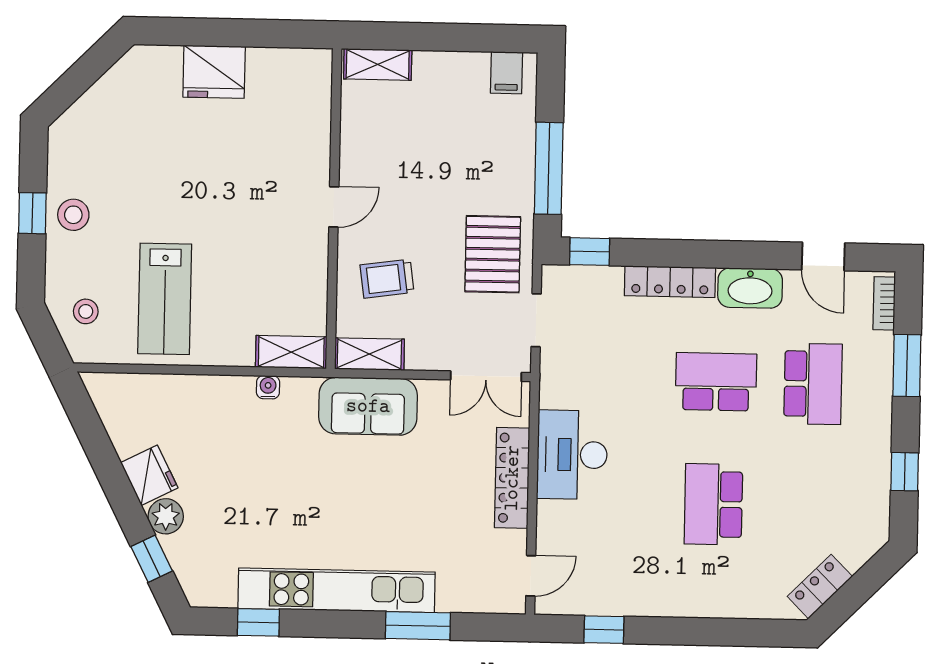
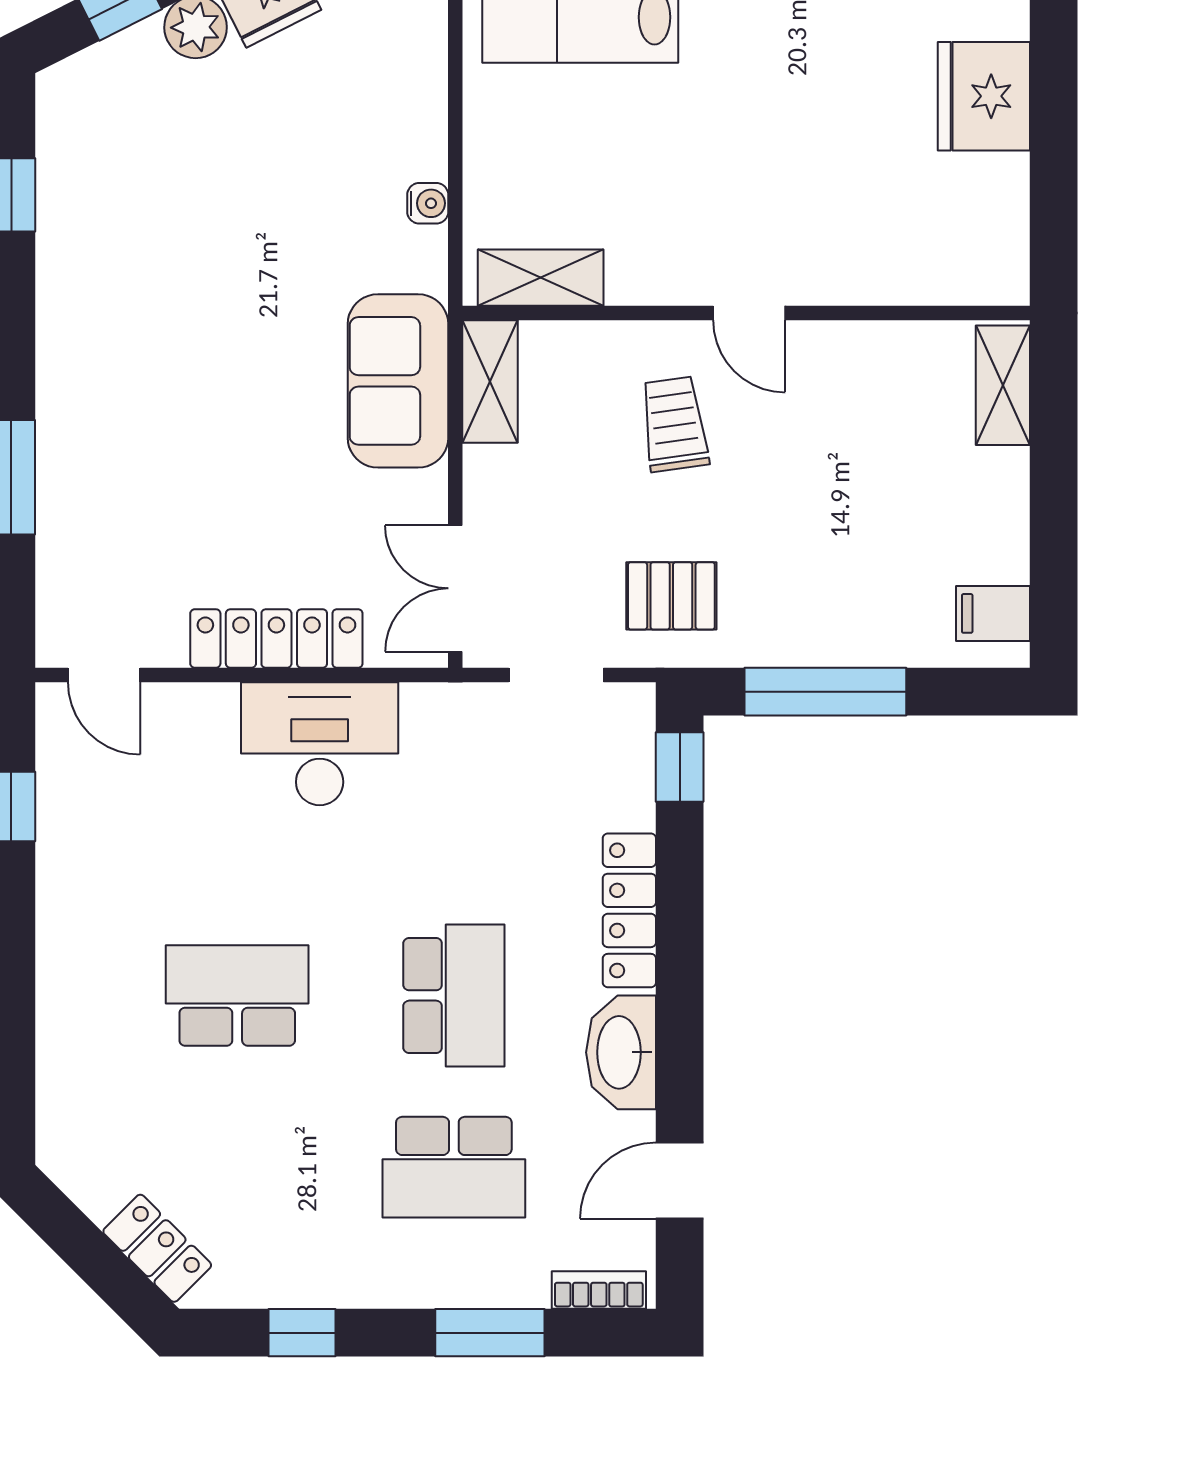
pallet: (493, 254) -> (671, 596), width x0.67, depth x0.71
trolley: (387, 279) -> (674, 424), moved
shelving: (291, 352) -> (541, 278), moved, turned 90
locker: (820, 586) -> (157, 1248), moved
kitchen unit: (337, 590) -> (71, 332), removed

